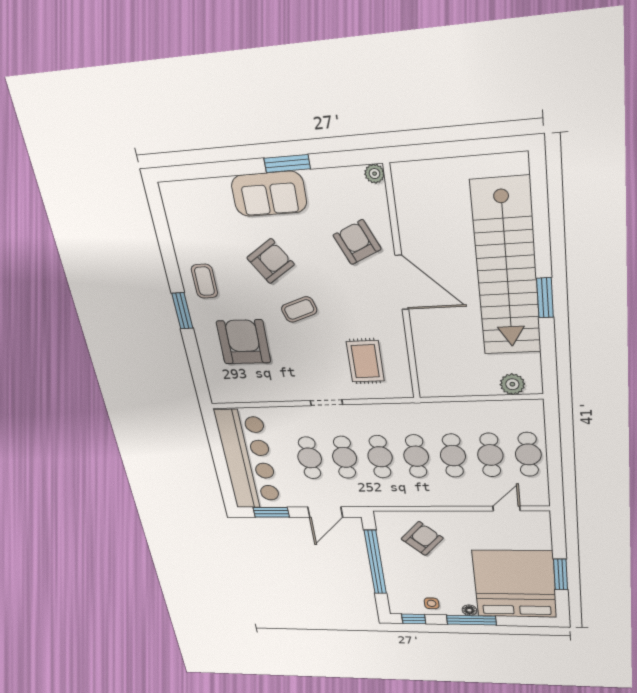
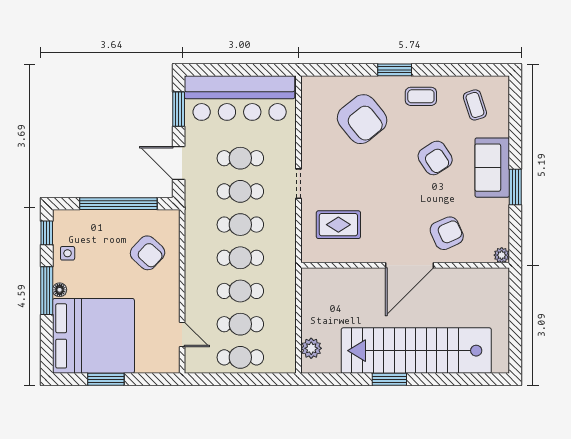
coffee table: (299, 309) -> (475, 105), moved
armchair: (244, 342) -> (362, 119), turned 50

